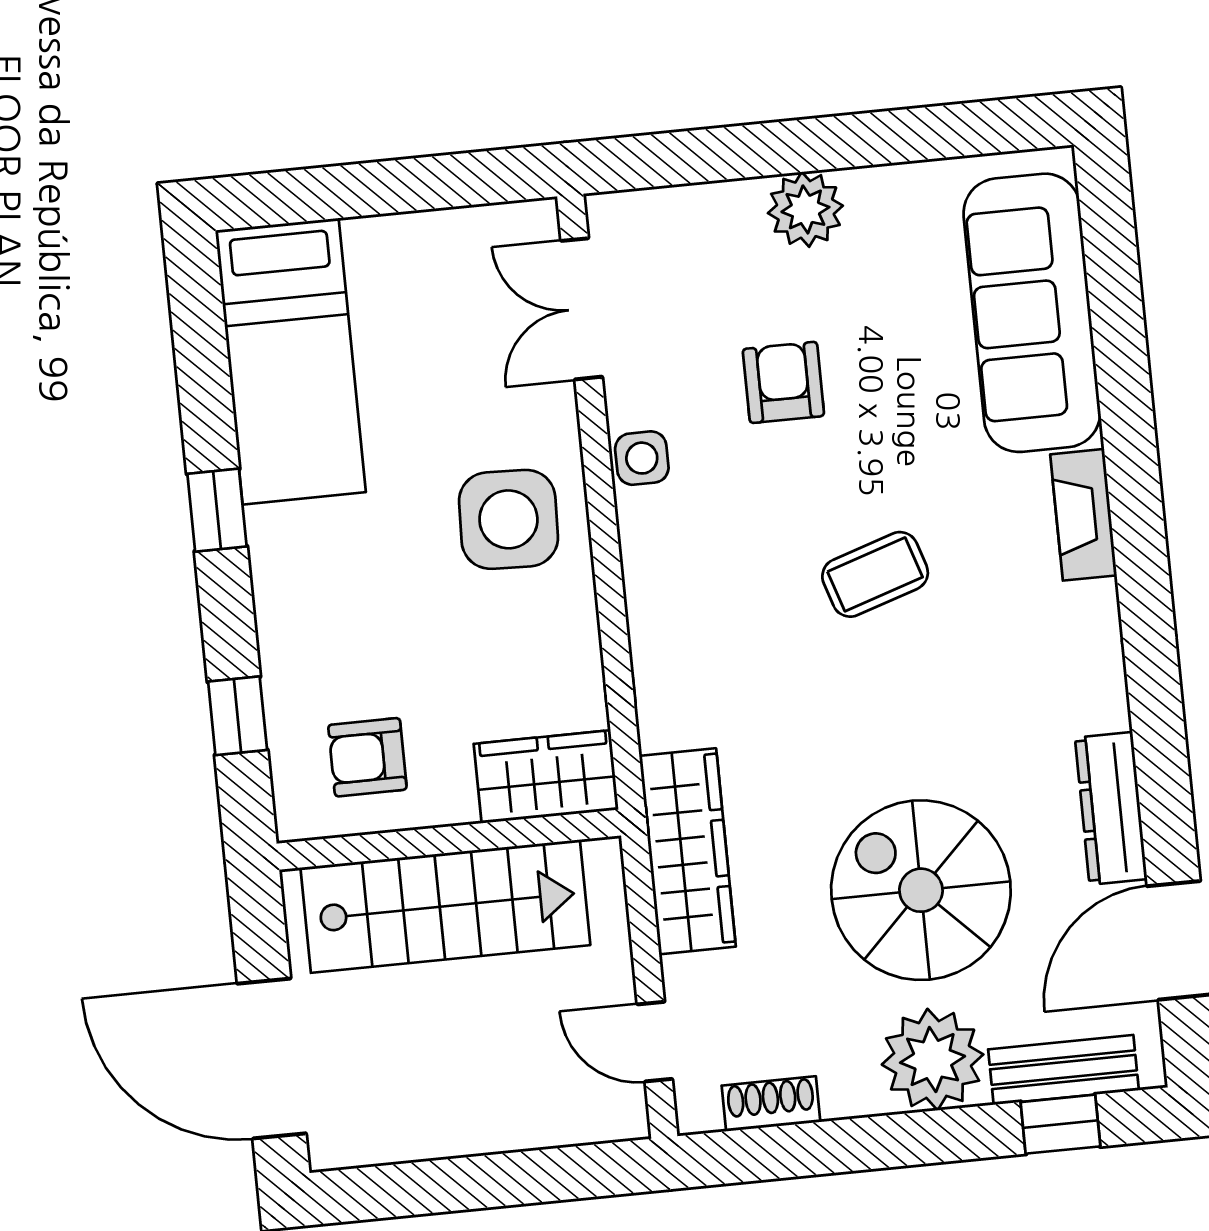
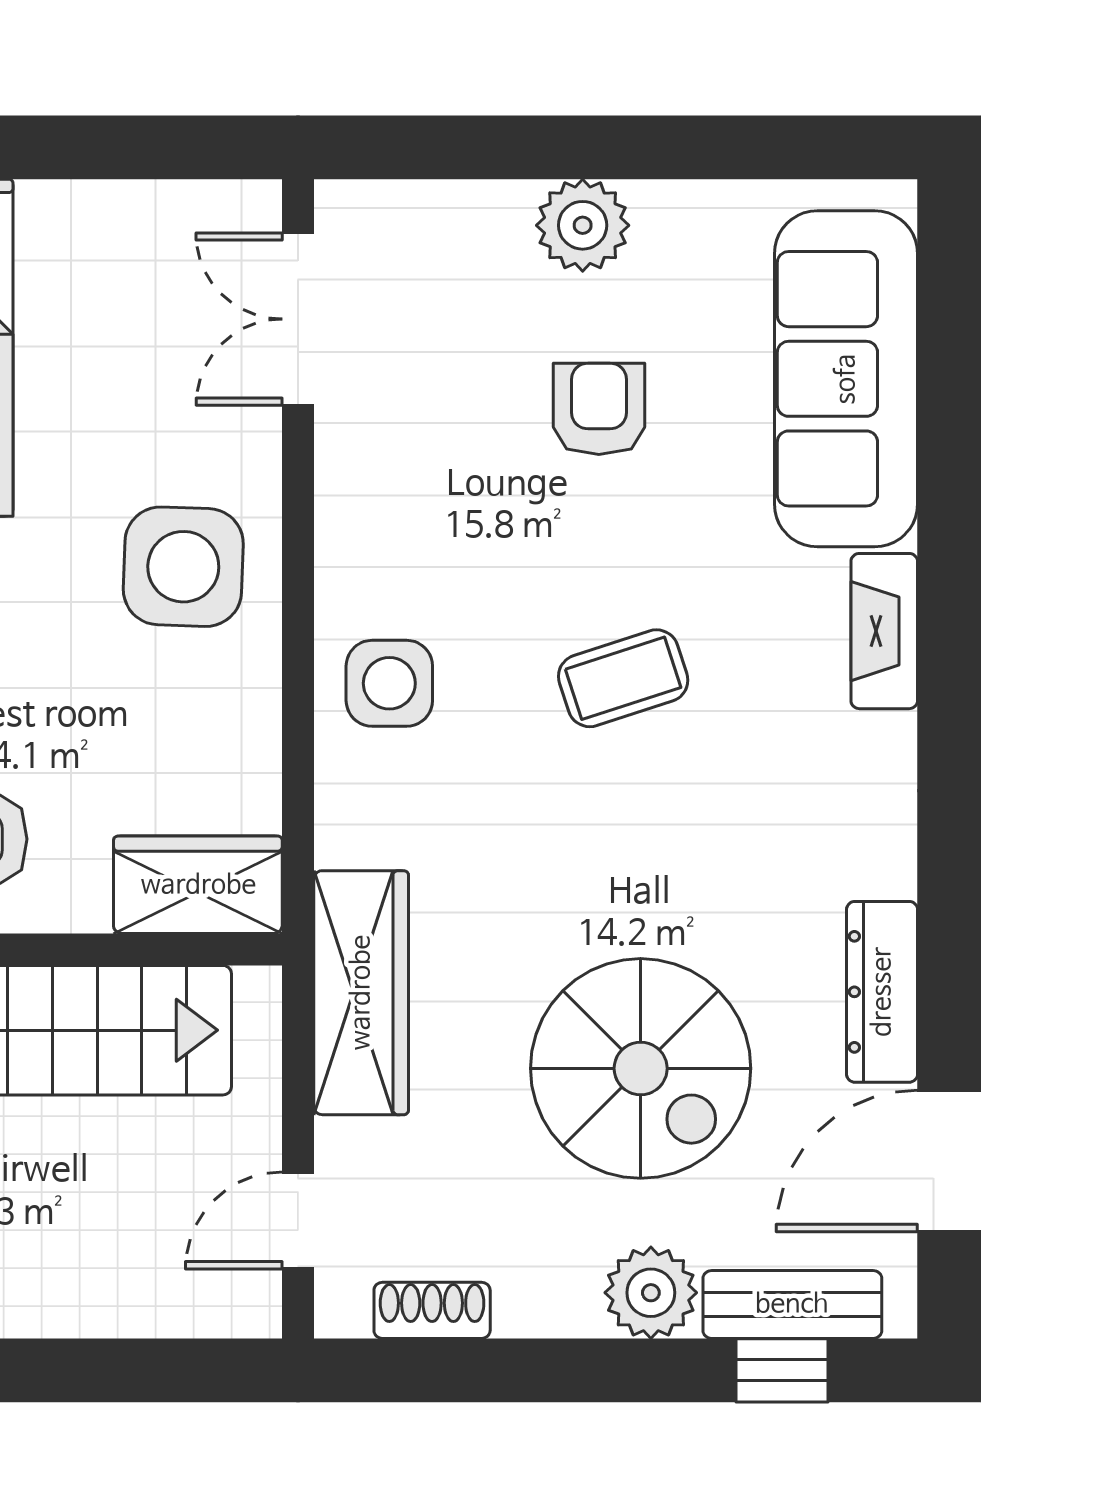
armchair: (783, 382) -> (599, 409), moved
side table: (642, 458) -> (389, 683), moved, width x1.37, depth x1.37
spiral stairs: (921, 890) -> (641, 1068), turned 180
door: (655, 1042) -> (298, 1221), hinge flipped
plant: (933, 1059) -> (651, 1293), width x0.73, depth x0.73

